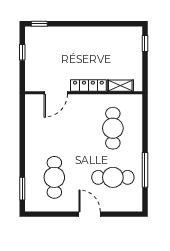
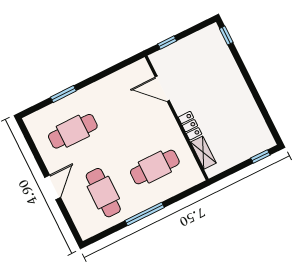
window: (22, 52) -> (167, 43), moved
locker: (88, 86) -> (190, 126), width x0.66
window: (145, 170) -> (145, 214), moved
window: (22, 189) -> (63, 94), moved

